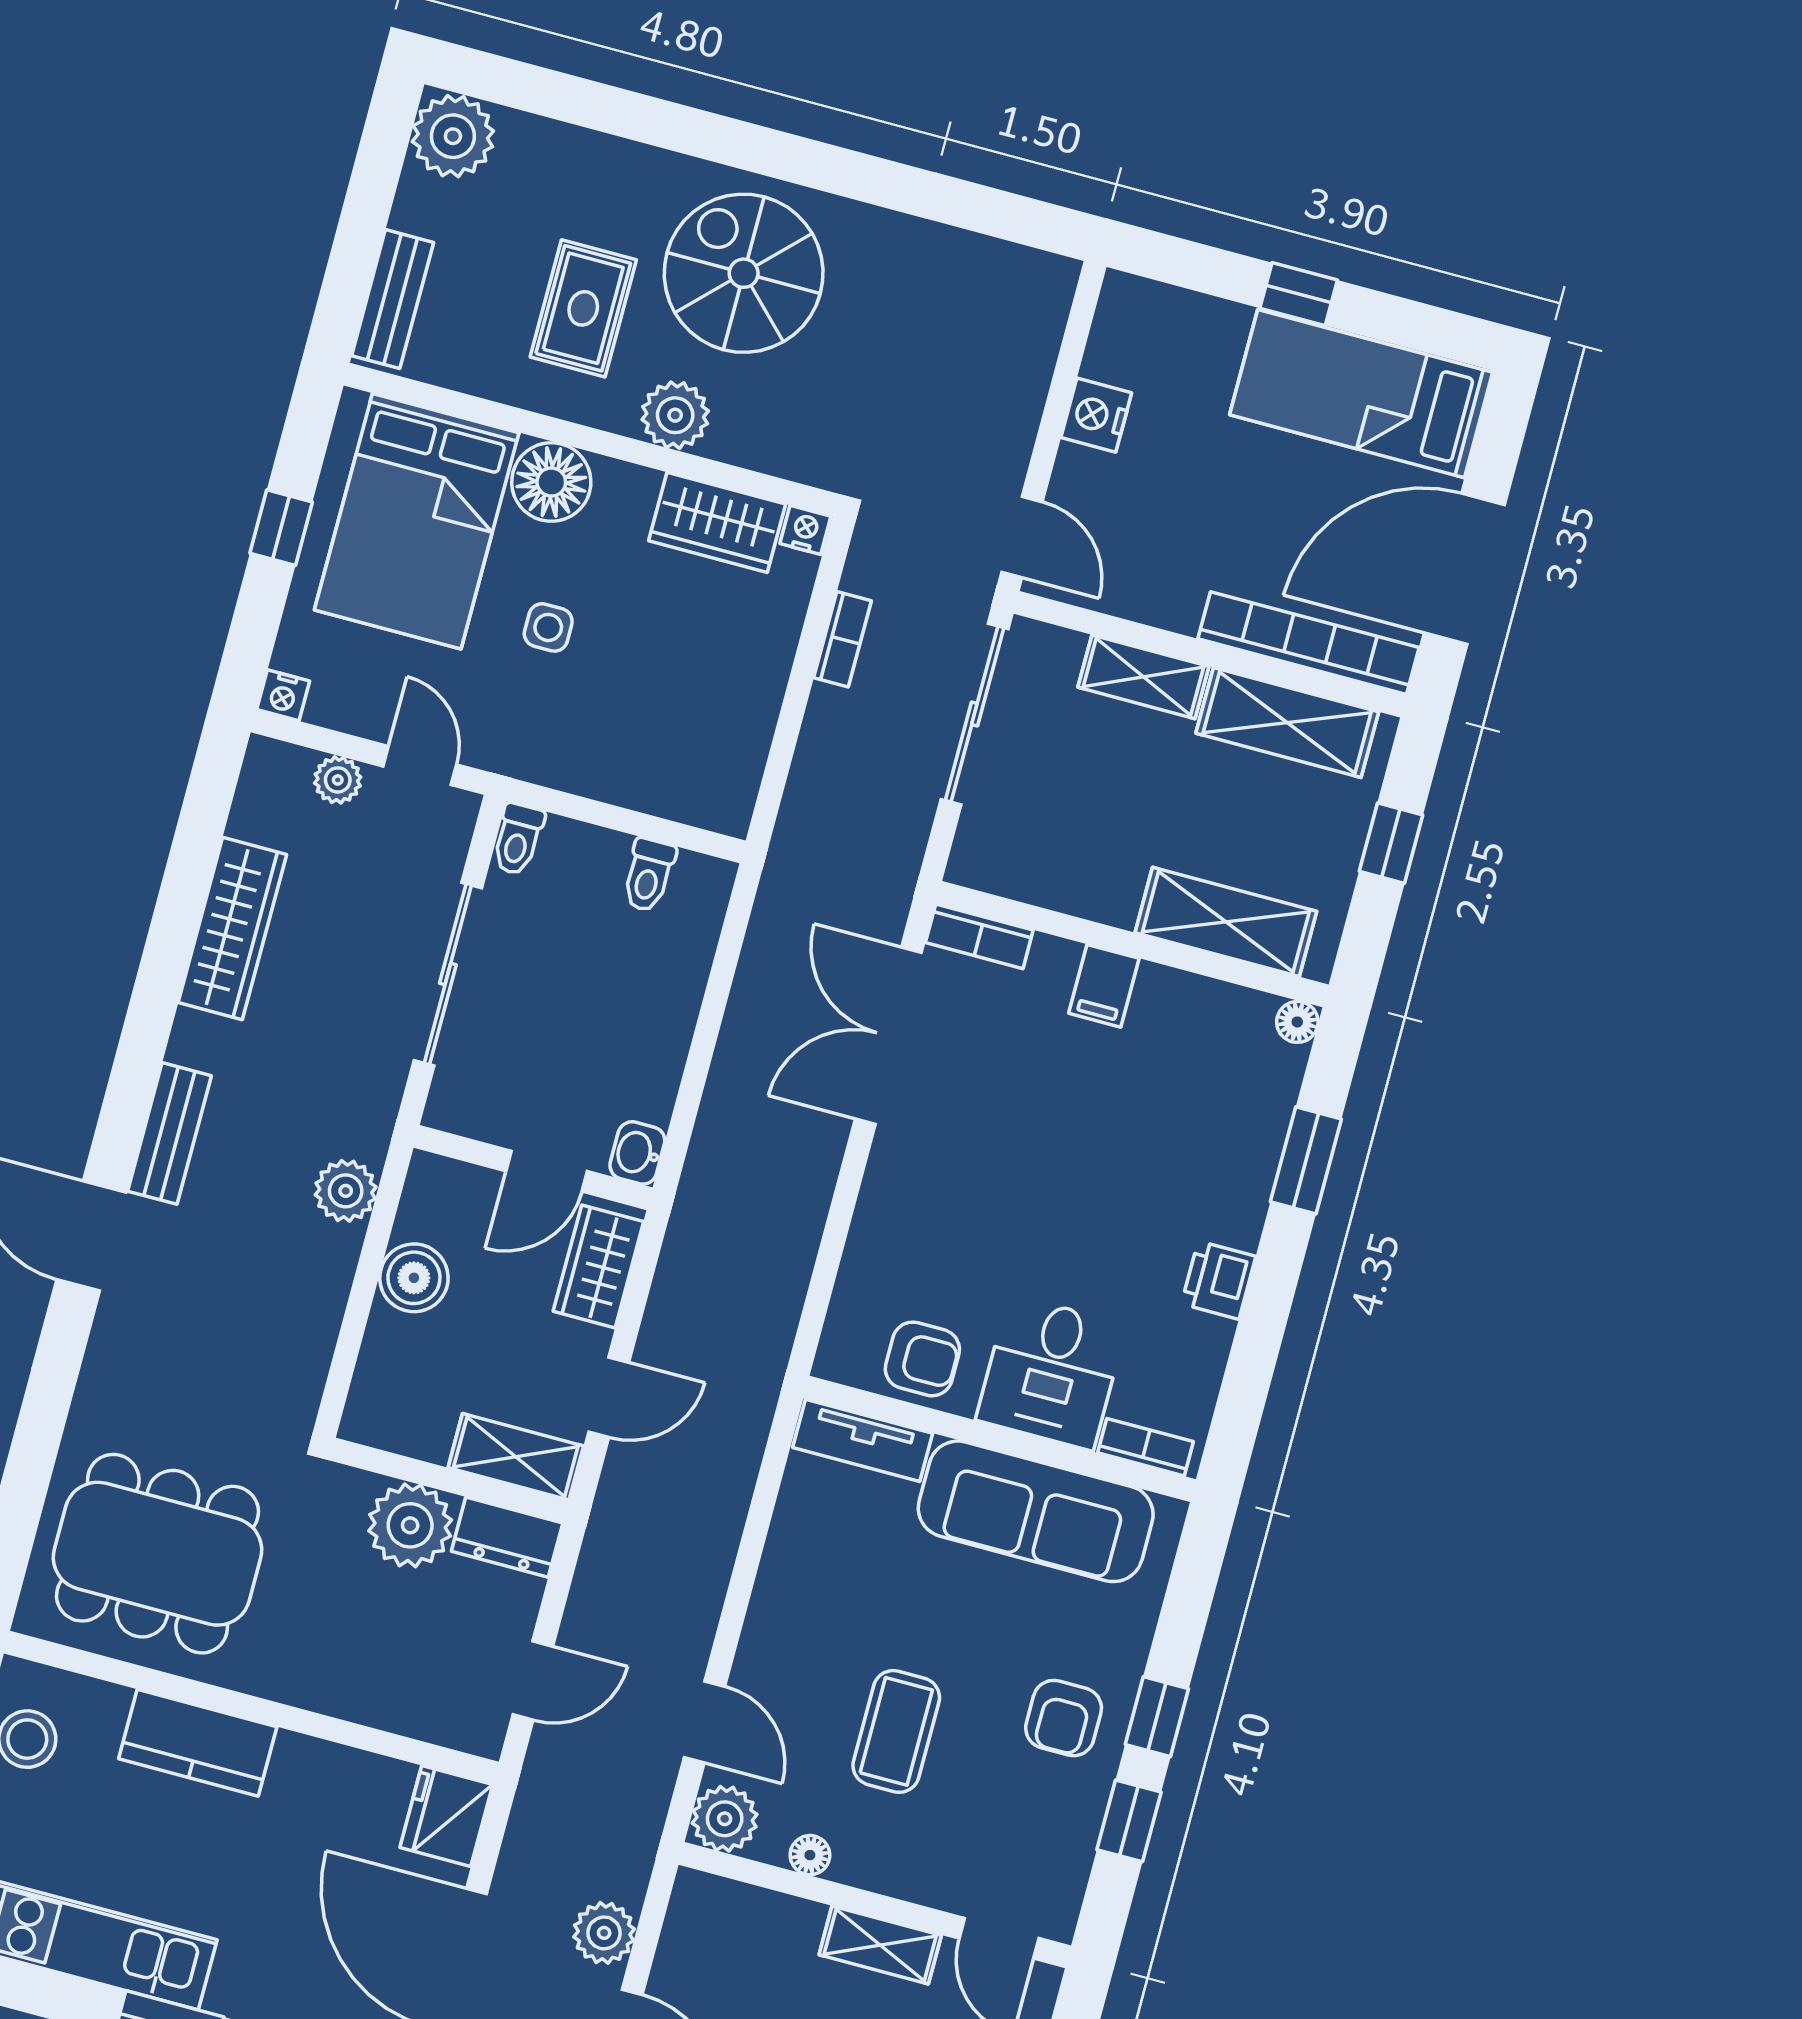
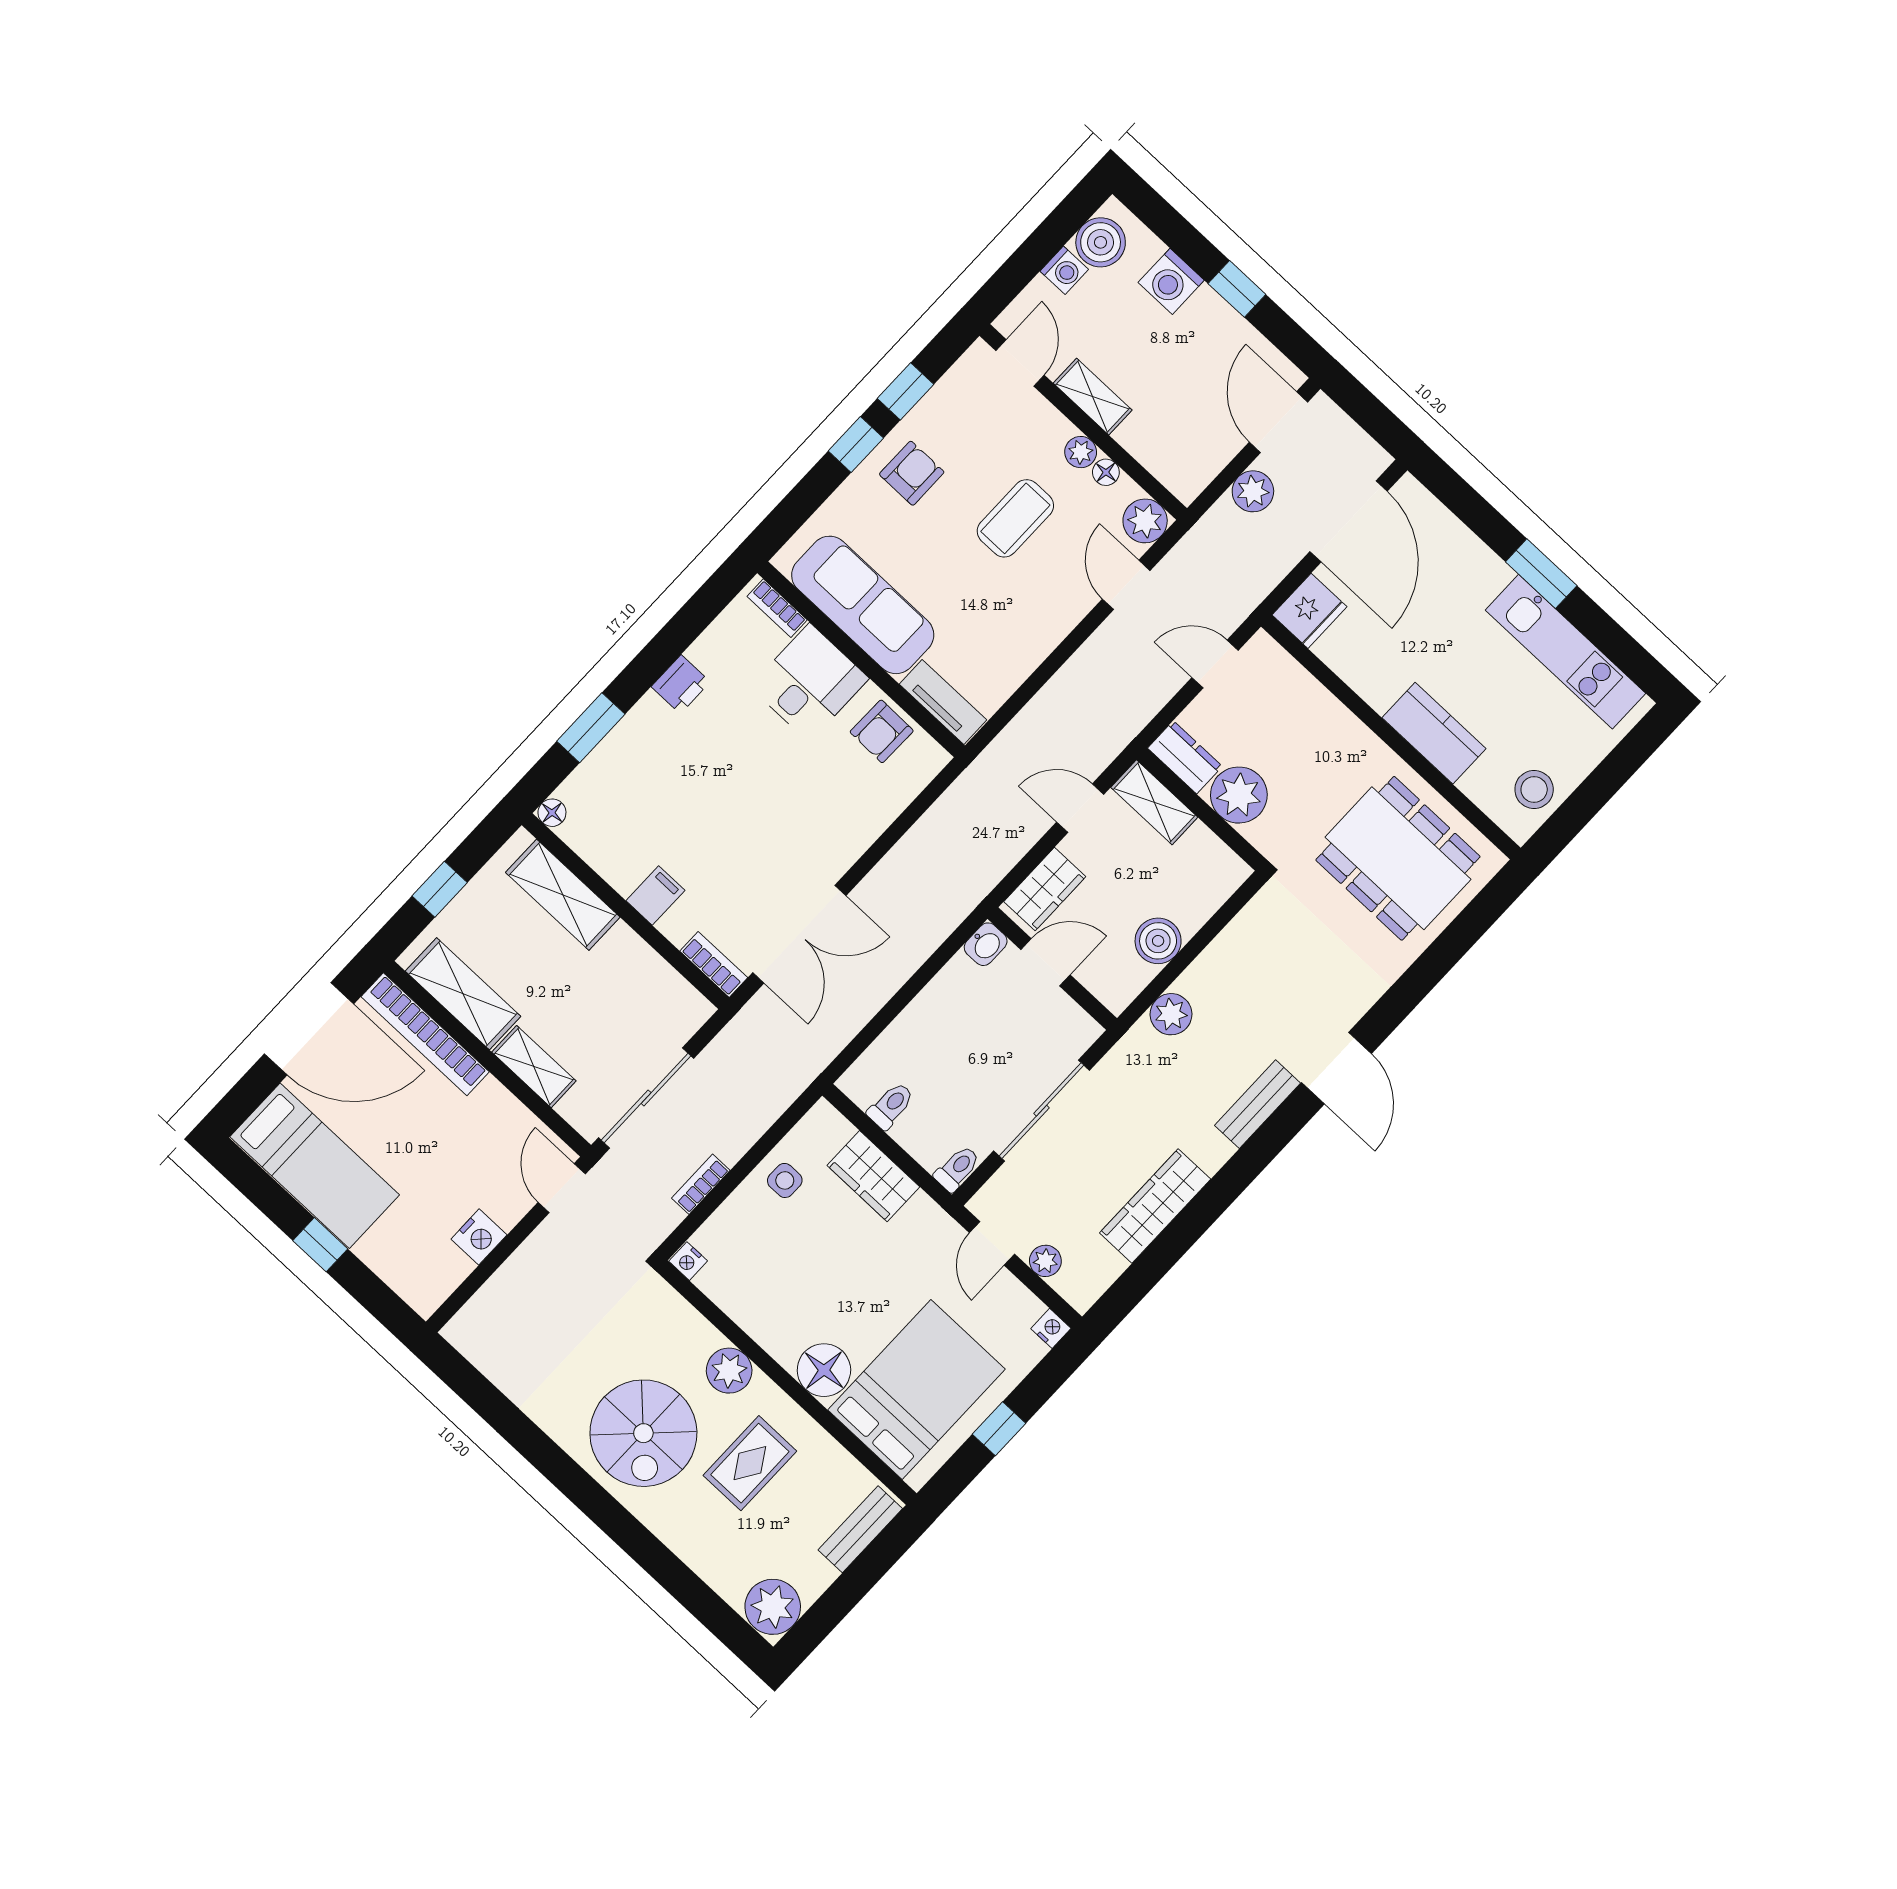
wardrobe: (717, 522) -> (873, 1176), moved, turned 180
side table: (548, 627) -> (785, 1180), moved
armchair: (922, 1359) -> (882, 731), turned -89
plant: (857, 1864) -> (1081, 452), added

